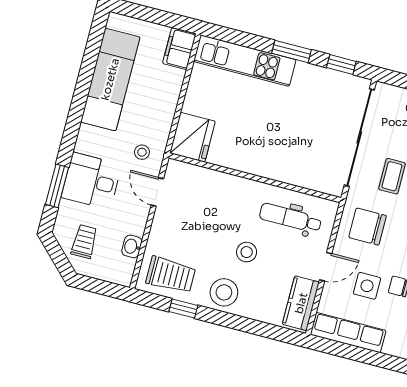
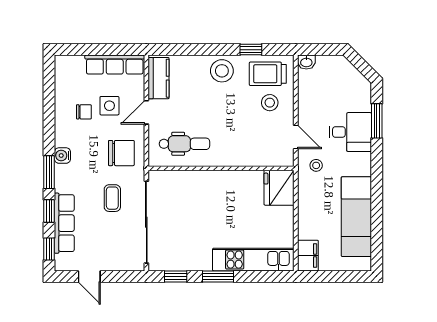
trolley: (84, 242) -> (344, 82), removed
washbasin: (132, 246) -> (306, 62), moved, turned 90
stool: (247, 252) -> (270, 103), moved

